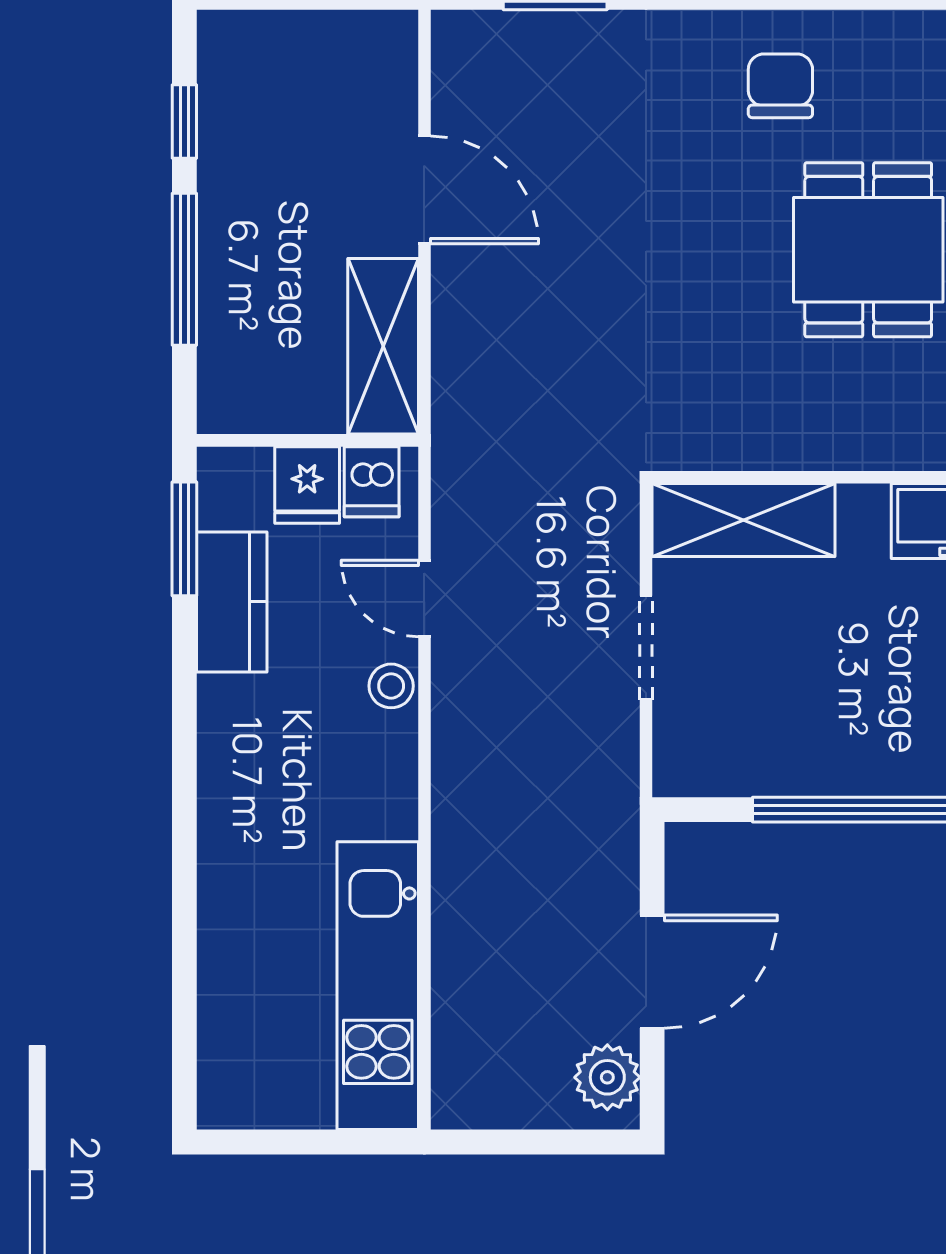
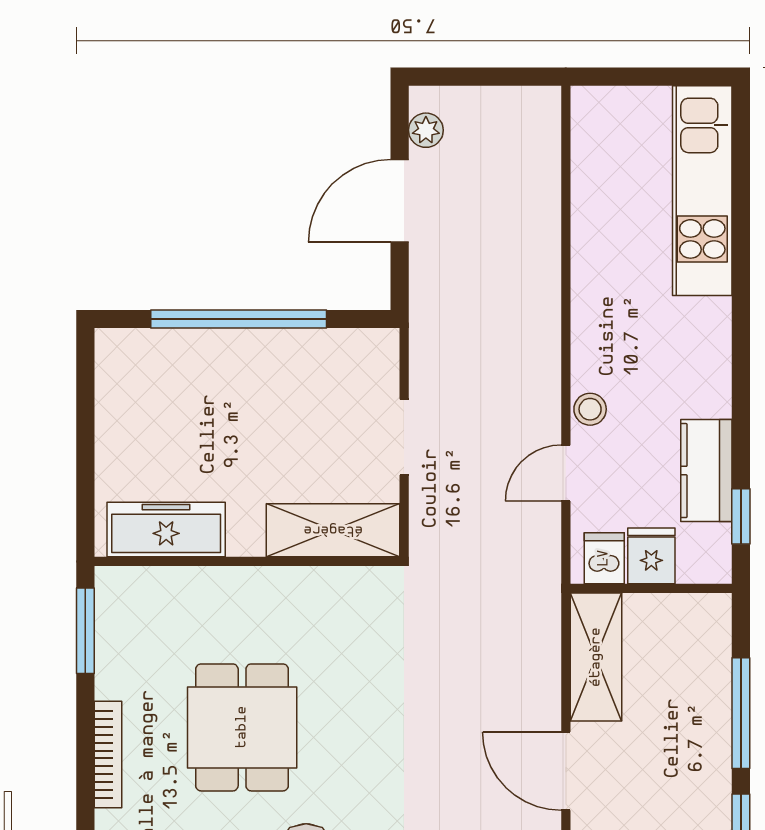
window: (184, 539) -> (741, 516), width x0.67
door: (424, 598) -> (566, 473), swing flipped
kitchen unit: (378, 986) -> (702, 191), moved, turned 180
plant: (607, 1077) -> (426, 130), width x0.73, depth x0.73

